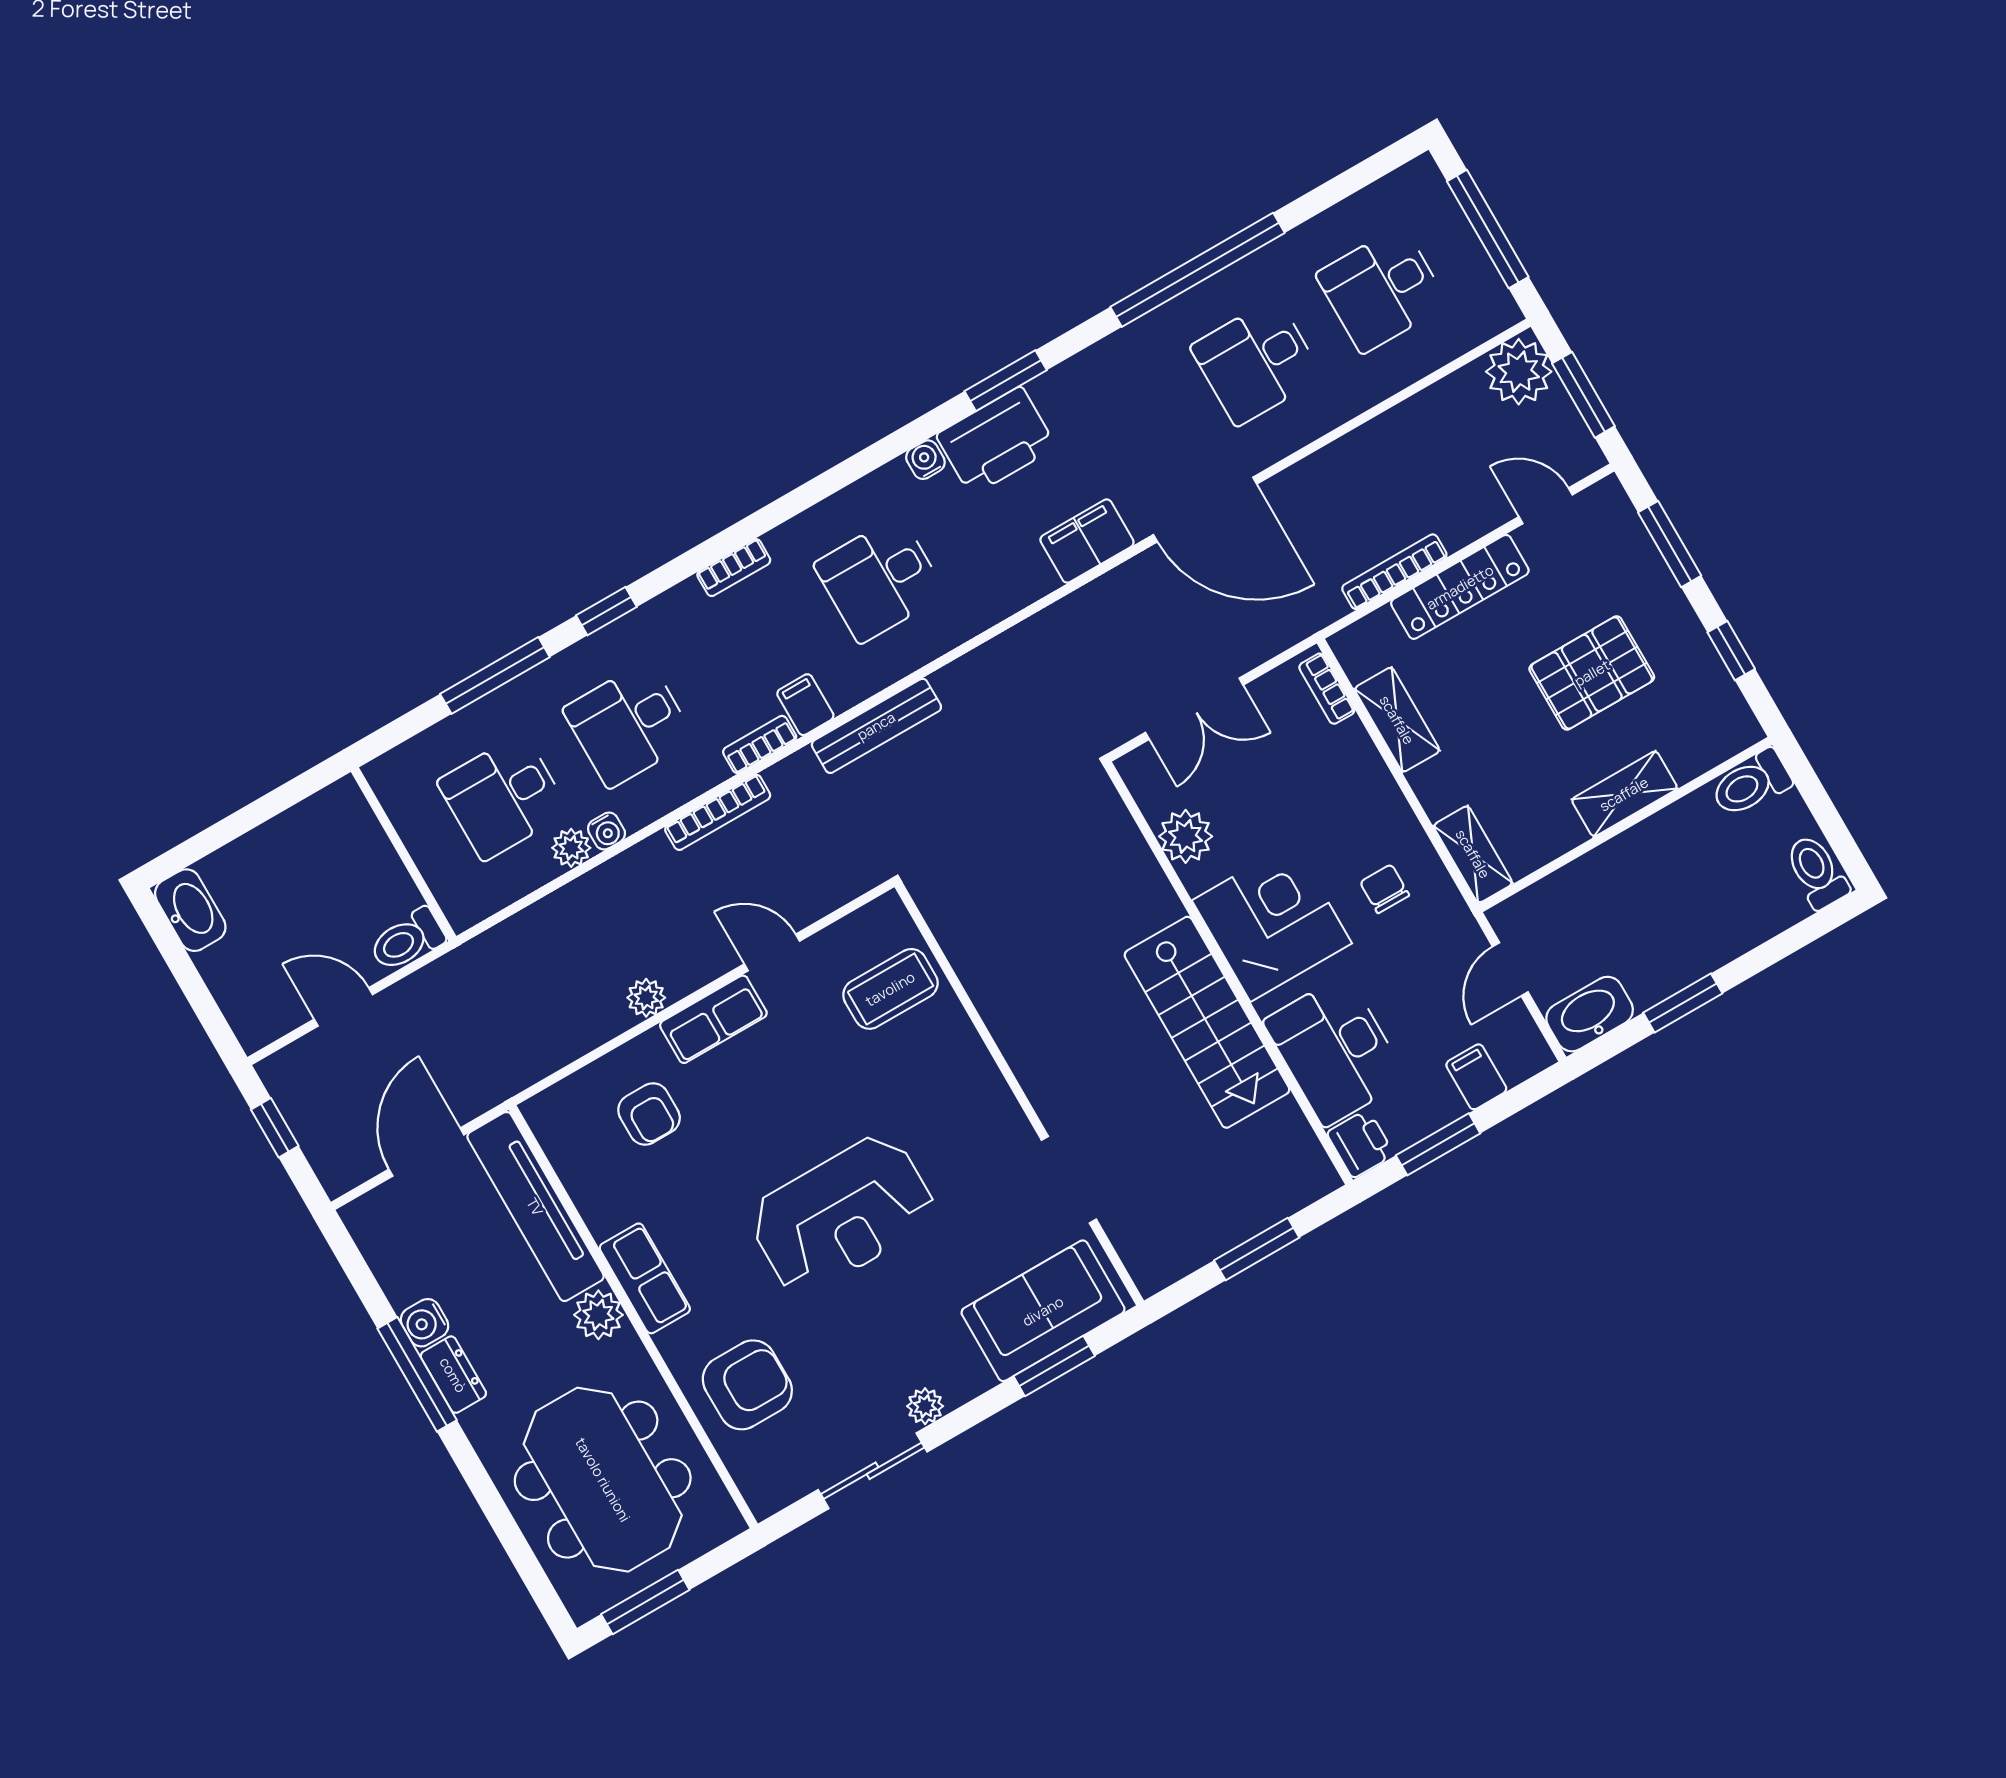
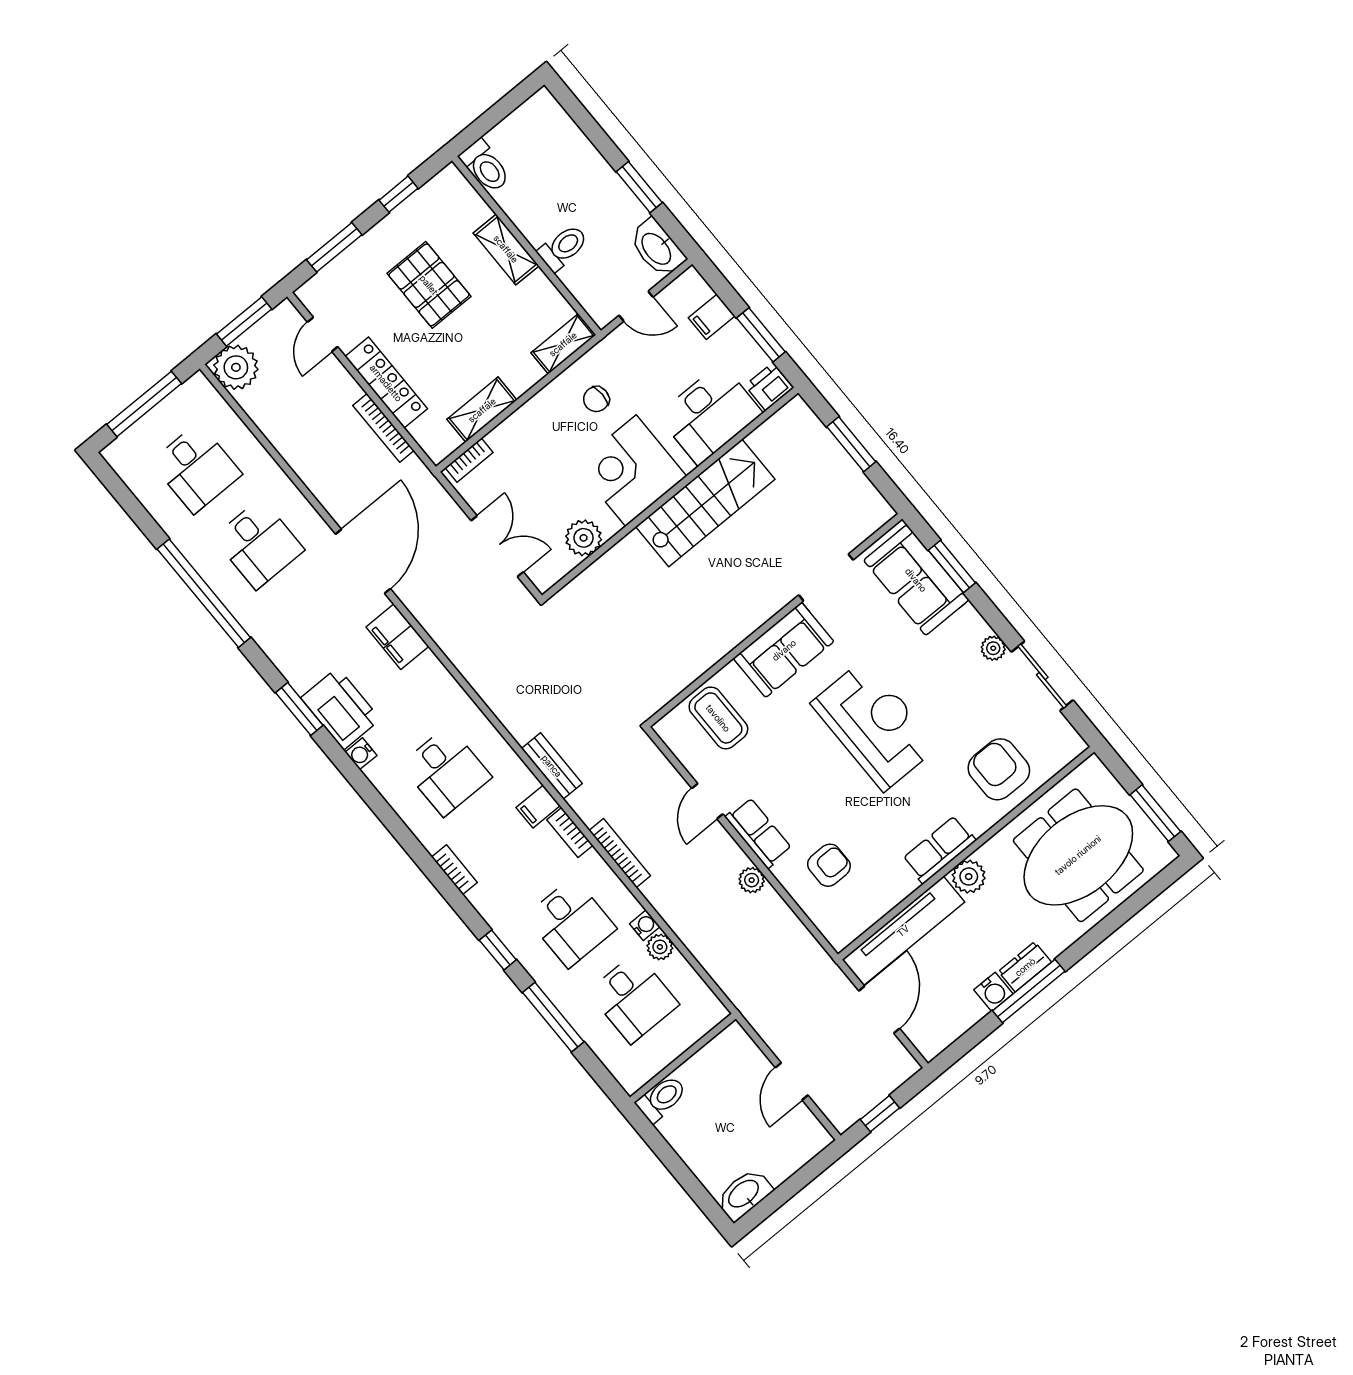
bench: (876, 726) -> (552, 766), width x0.73
toilet: (1817, 872) -> (563, 248), moved, turned 180
toilet: (407, 940) -> (662, 1099), moved, turned -90
sofa: (974, 1100) -> (784, 650), added
door: (426, 1152) -> (879, 1010), swing flipped

